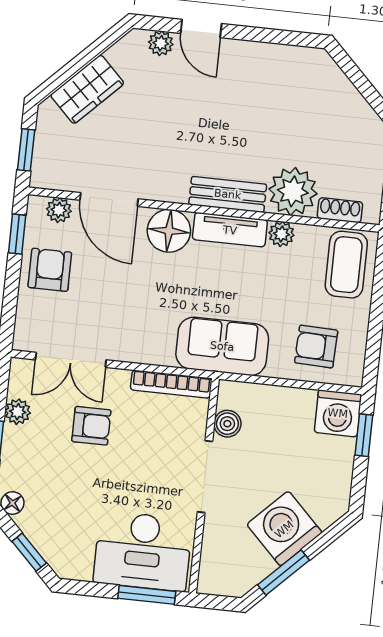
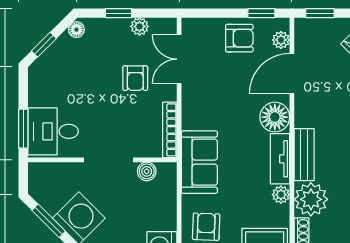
desk: (143, 551) -> (53, 131), width x0.73

